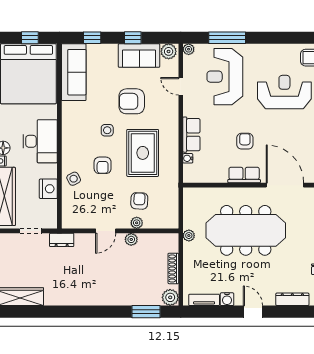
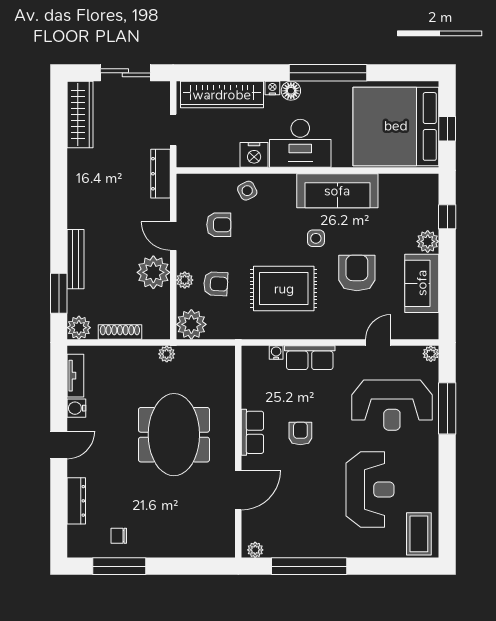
window: (133, 38) -> (447, 274), removed
plant: (169, 51) -> (428, 241), moved
sofa: (74, 72) -> (337, 191), moved
reception desk: (225, 77) -> (392, 405), turned 180
armchair: (245, 141) -> (300, 433), turned -90
armchair: (103, 165) -> (219, 225), moved, turned 180
door: (285, 185) -> (238, 490), width x0.73
nightstand: (48, 189) -> (254, 155), moved
plant: (168, 218) -> (191, 324), added
meeting table: (246, 230) -> (174, 435), width x0.73
plant: (131, 239) -> (153, 272), width x1.88, depth x1.88
dresser: (62, 240) -> (160, 174), width x1.44
bench: (122, 300) -> (75, 259), added

